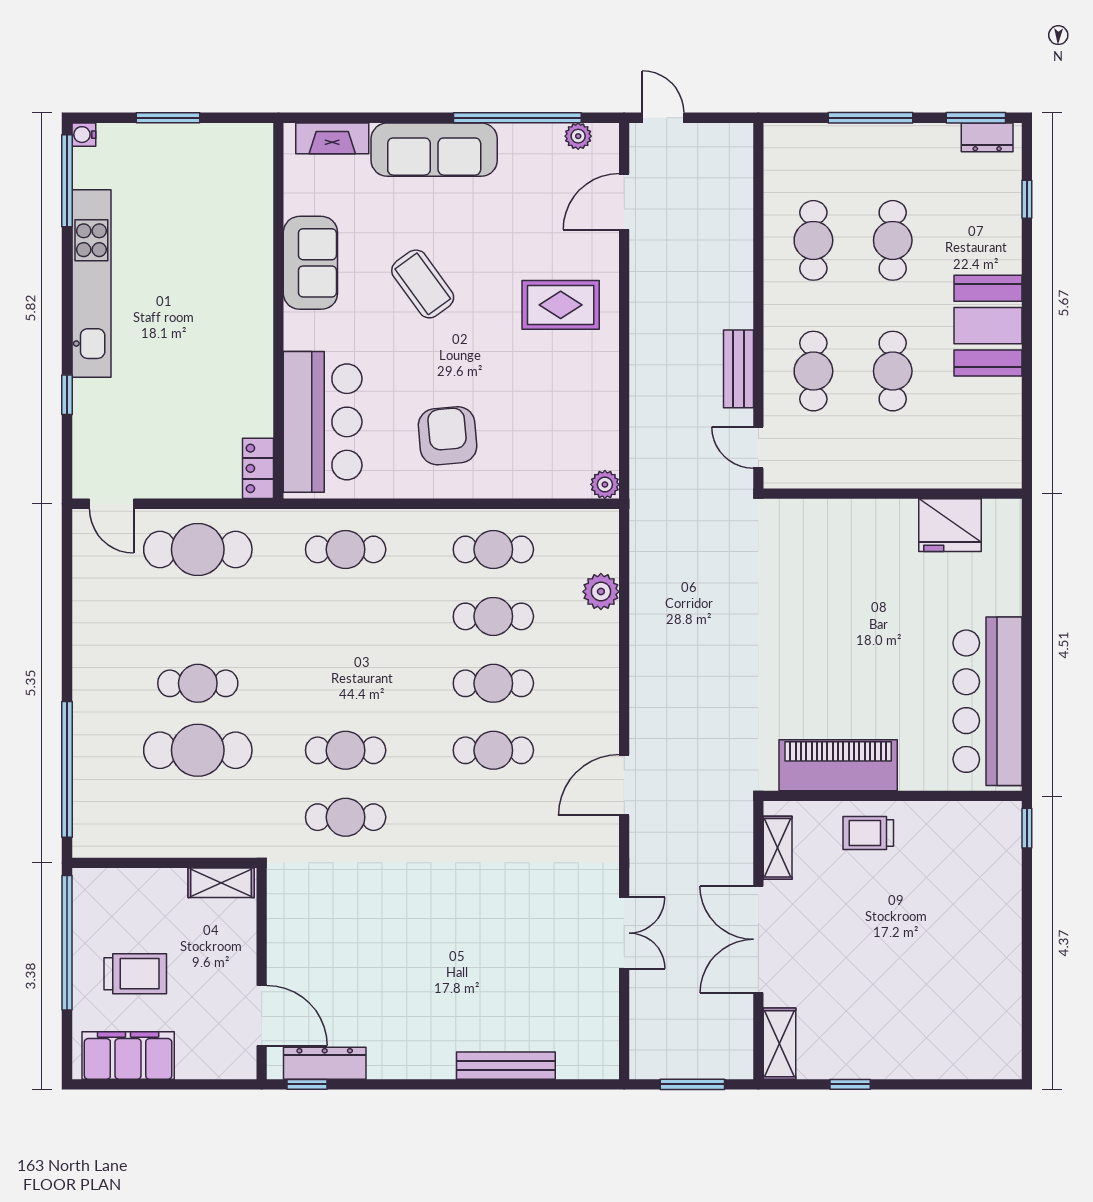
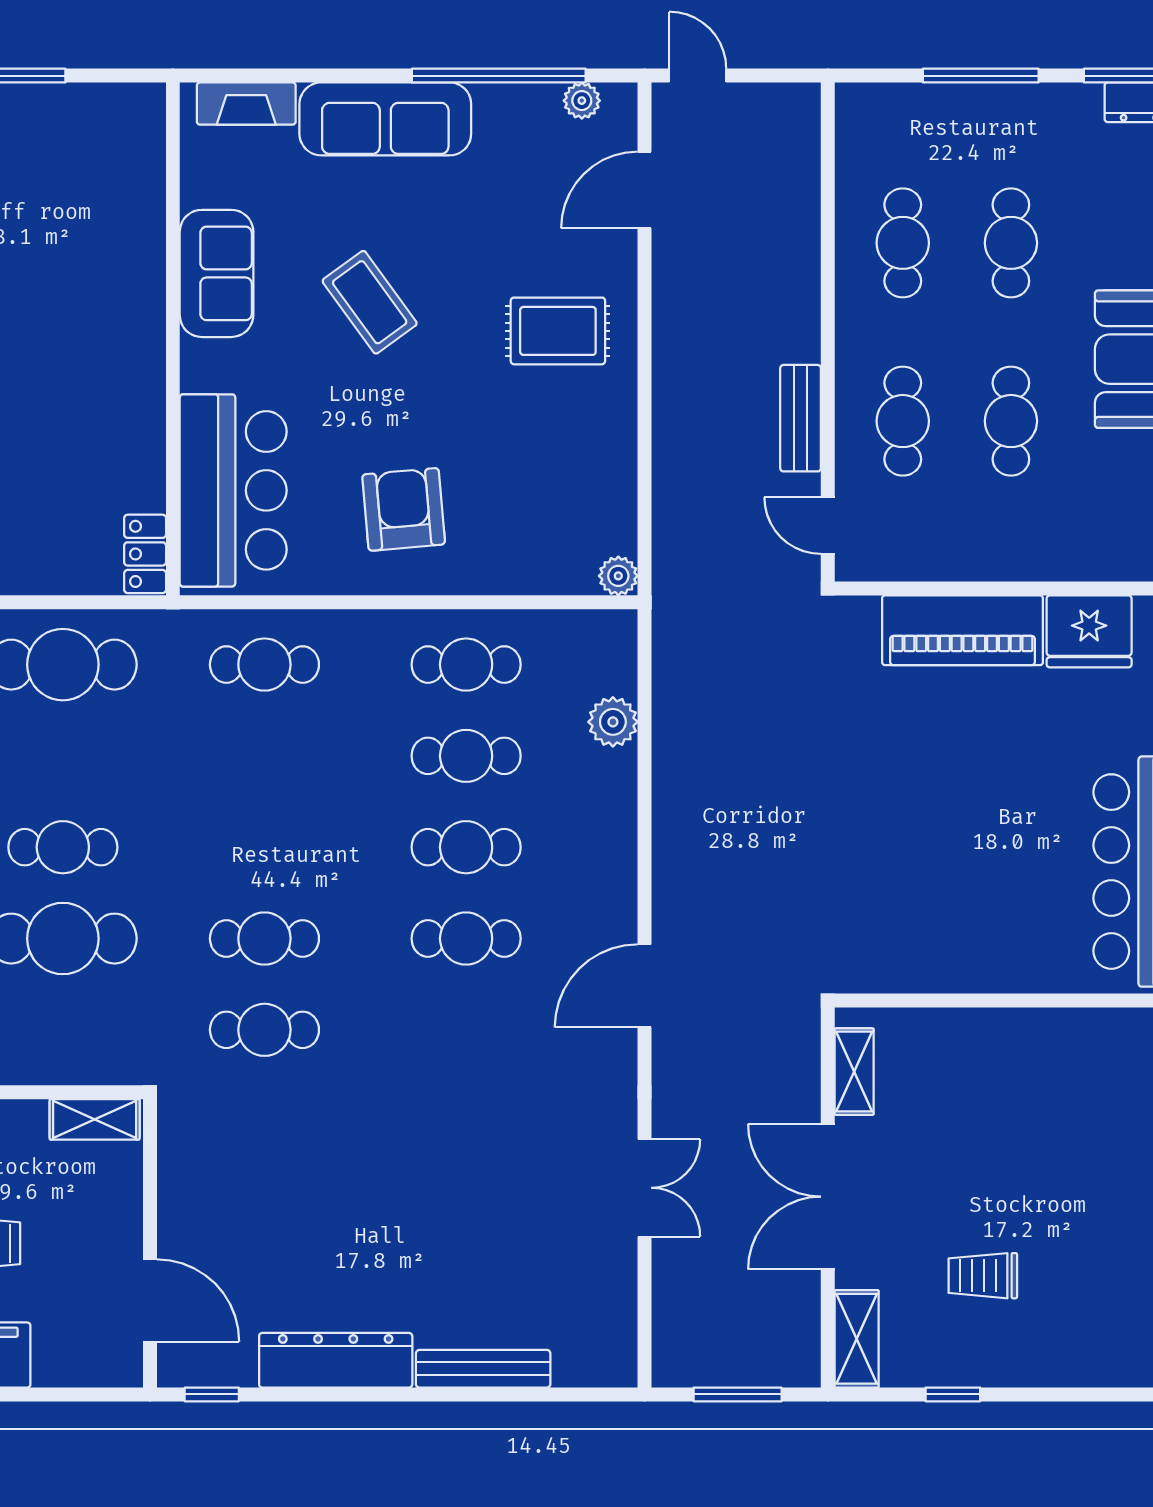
piano: (838, 765) -> (963, 630), moved, turned 180
trolley: (868, 833) -> (983, 1276), moved
dresser: (325, 1063) -> (336, 1360), moved, width x1.37, depth x1.24

